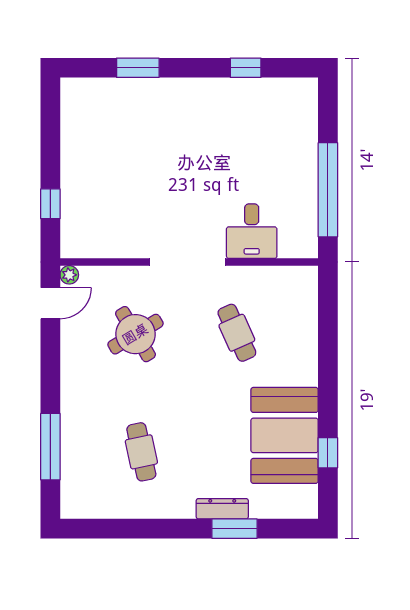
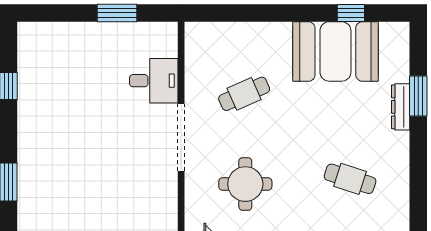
window: (328, 190) -> (117, 13), width x0.47
round table: (135, 334) -> (245, 184), turned 31
cafe table: (141, 452) -> (350, 179), turned 30

